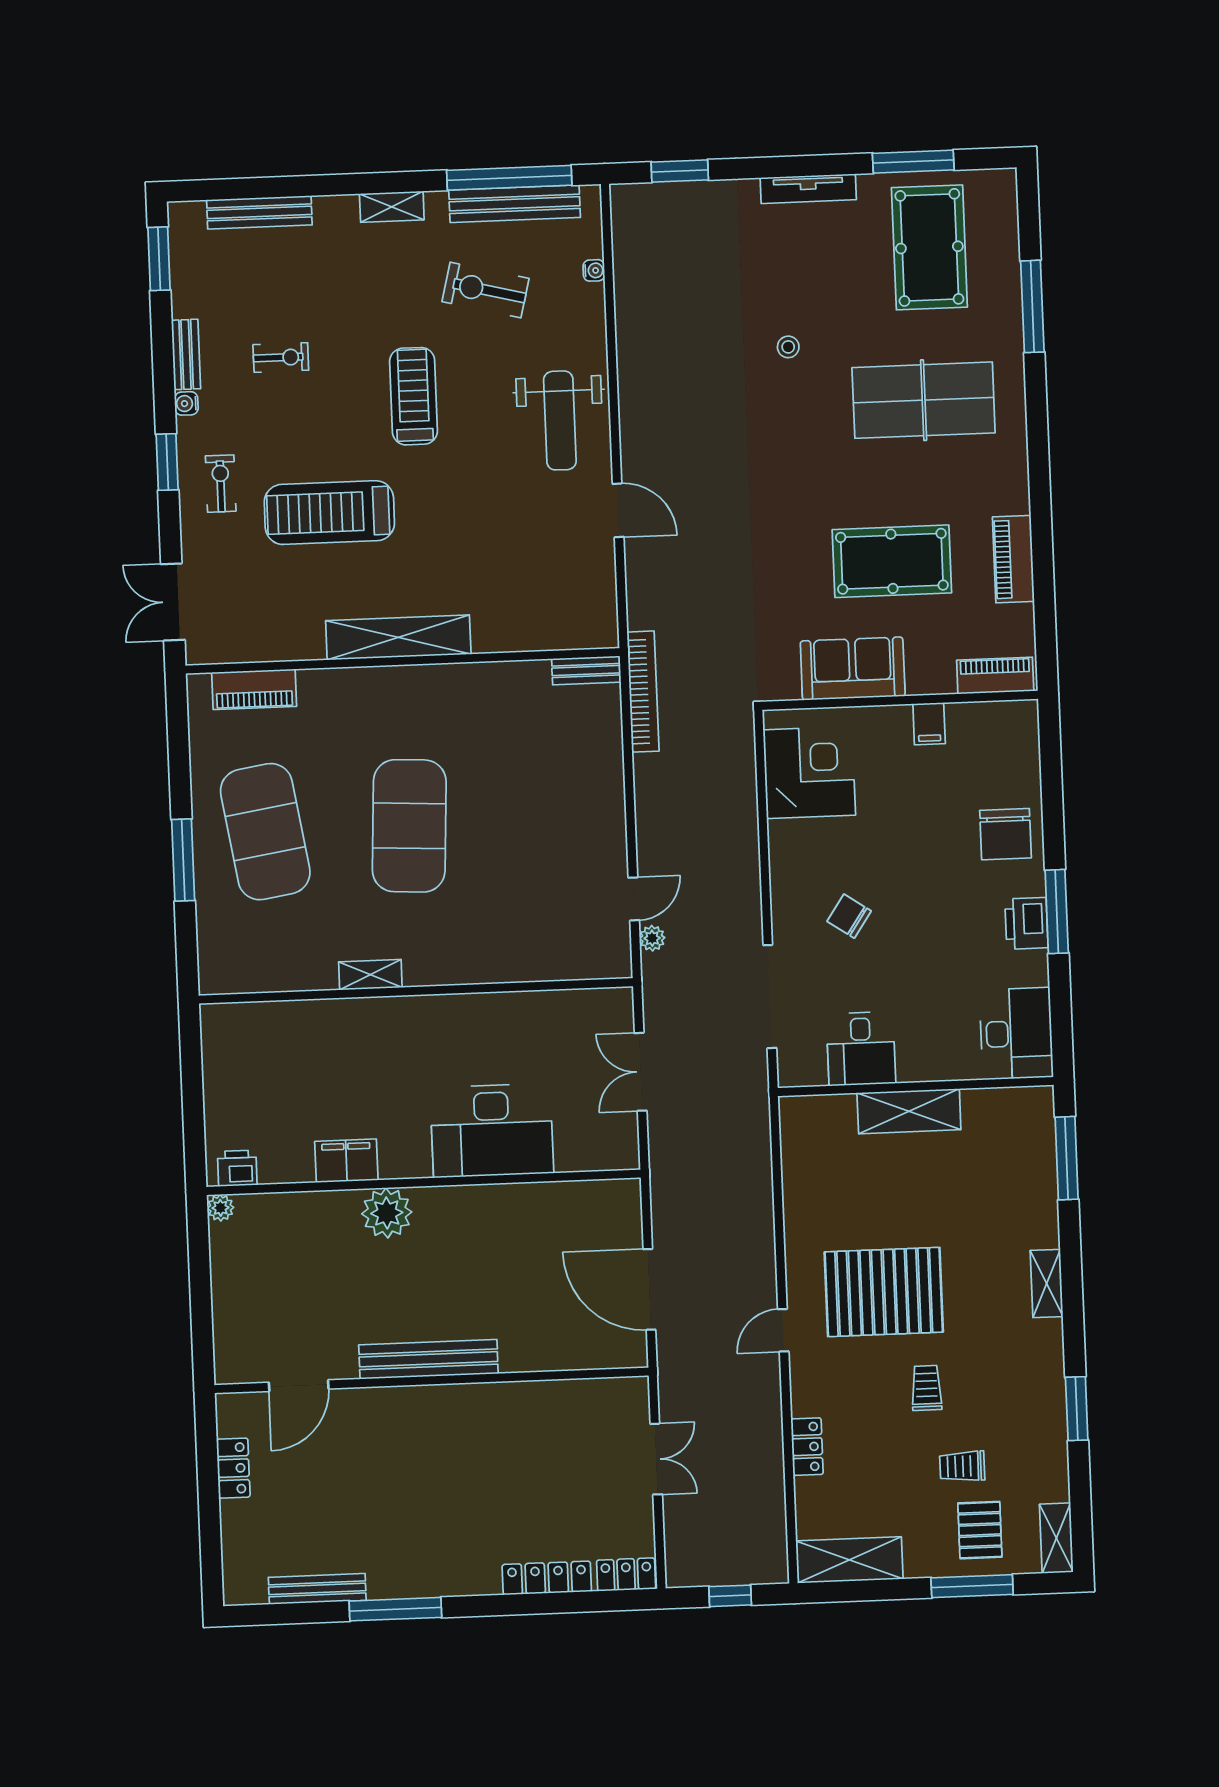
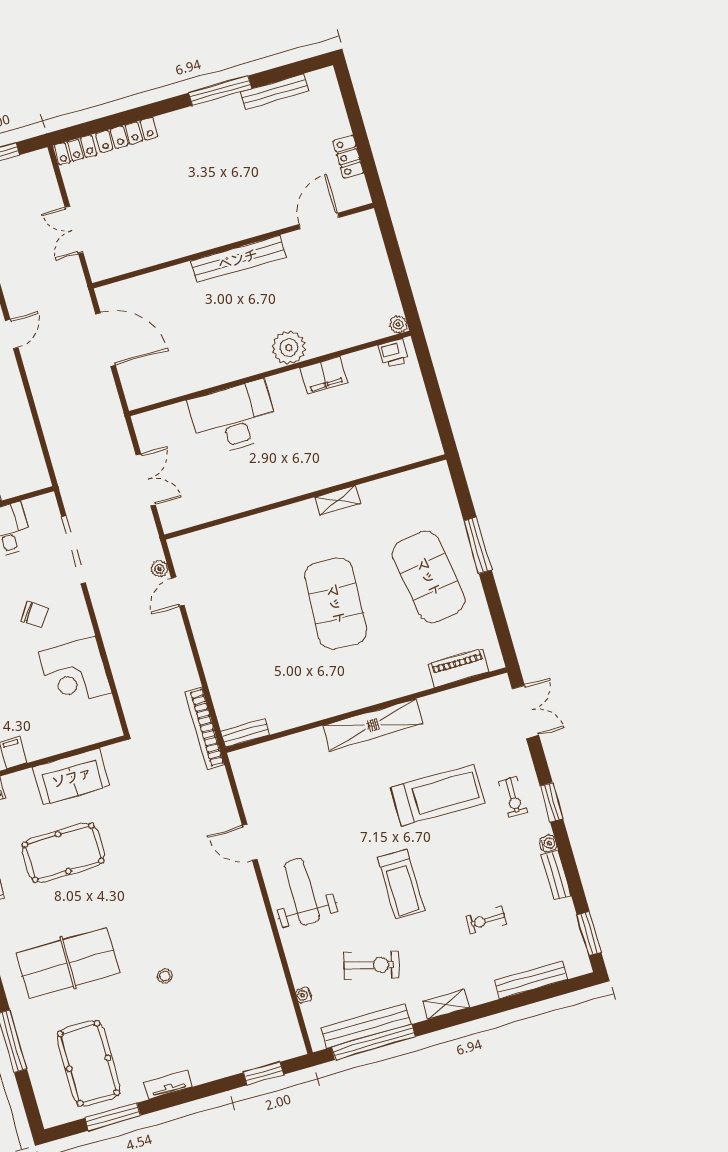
tv unit: (808, 189) -> (168, 1085), width x0.71
exercise bike: (281, 357) -> (486, 920), moved
corner desk: (809, 773) -> (75, 672), moved

